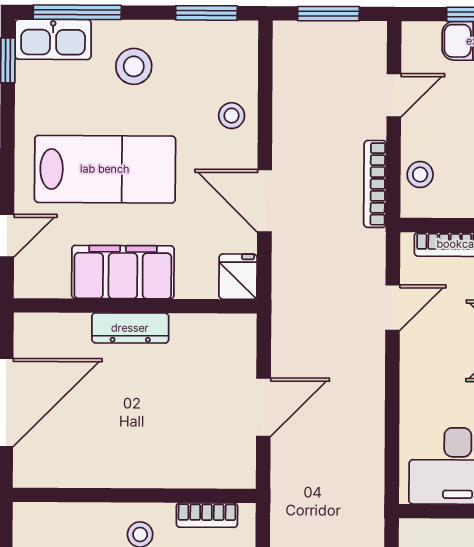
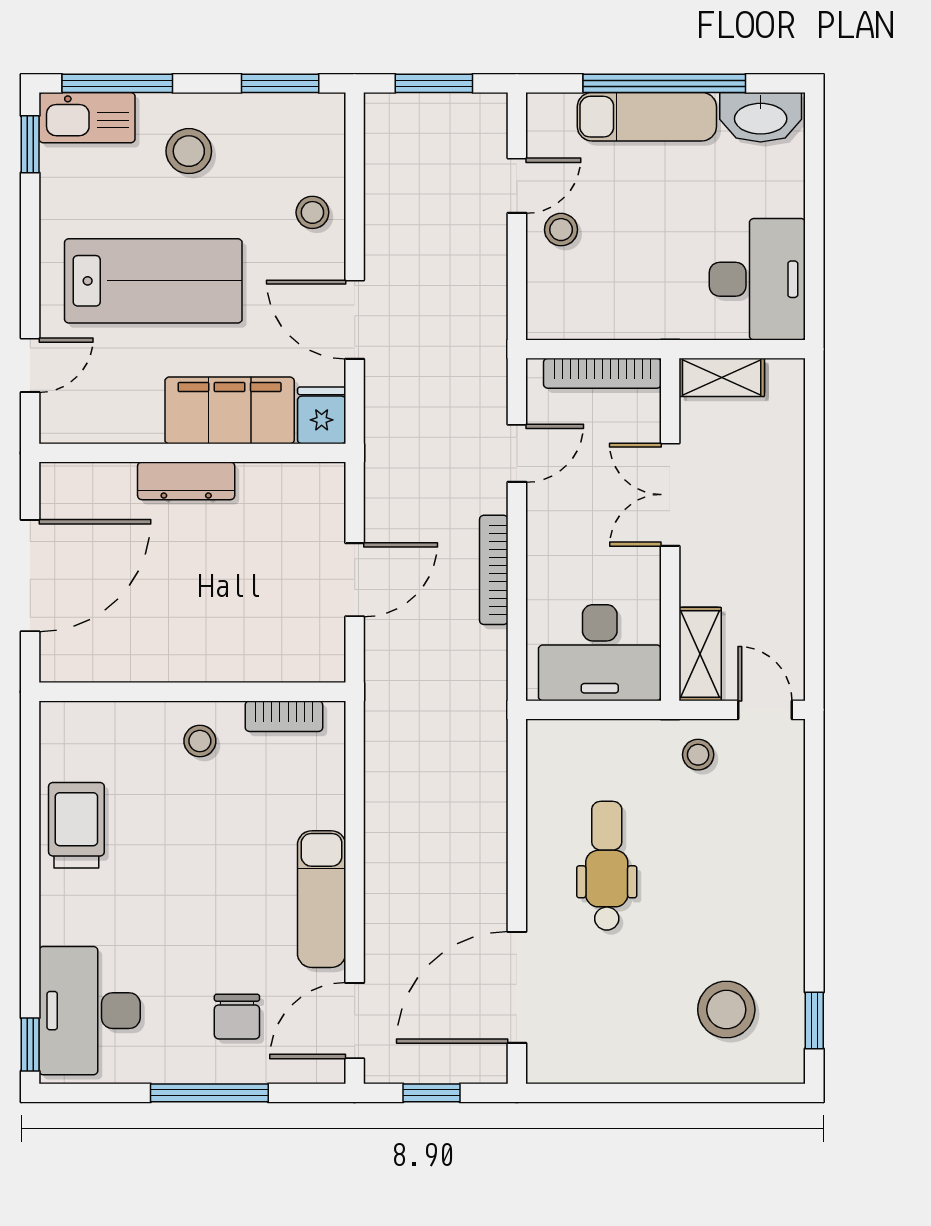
stool: (420, 175) -> (561, 230), moved
bookcase: (375, 184) -> (494, 570), moved
filing cabinet: (123, 272) -> (230, 410), moved

